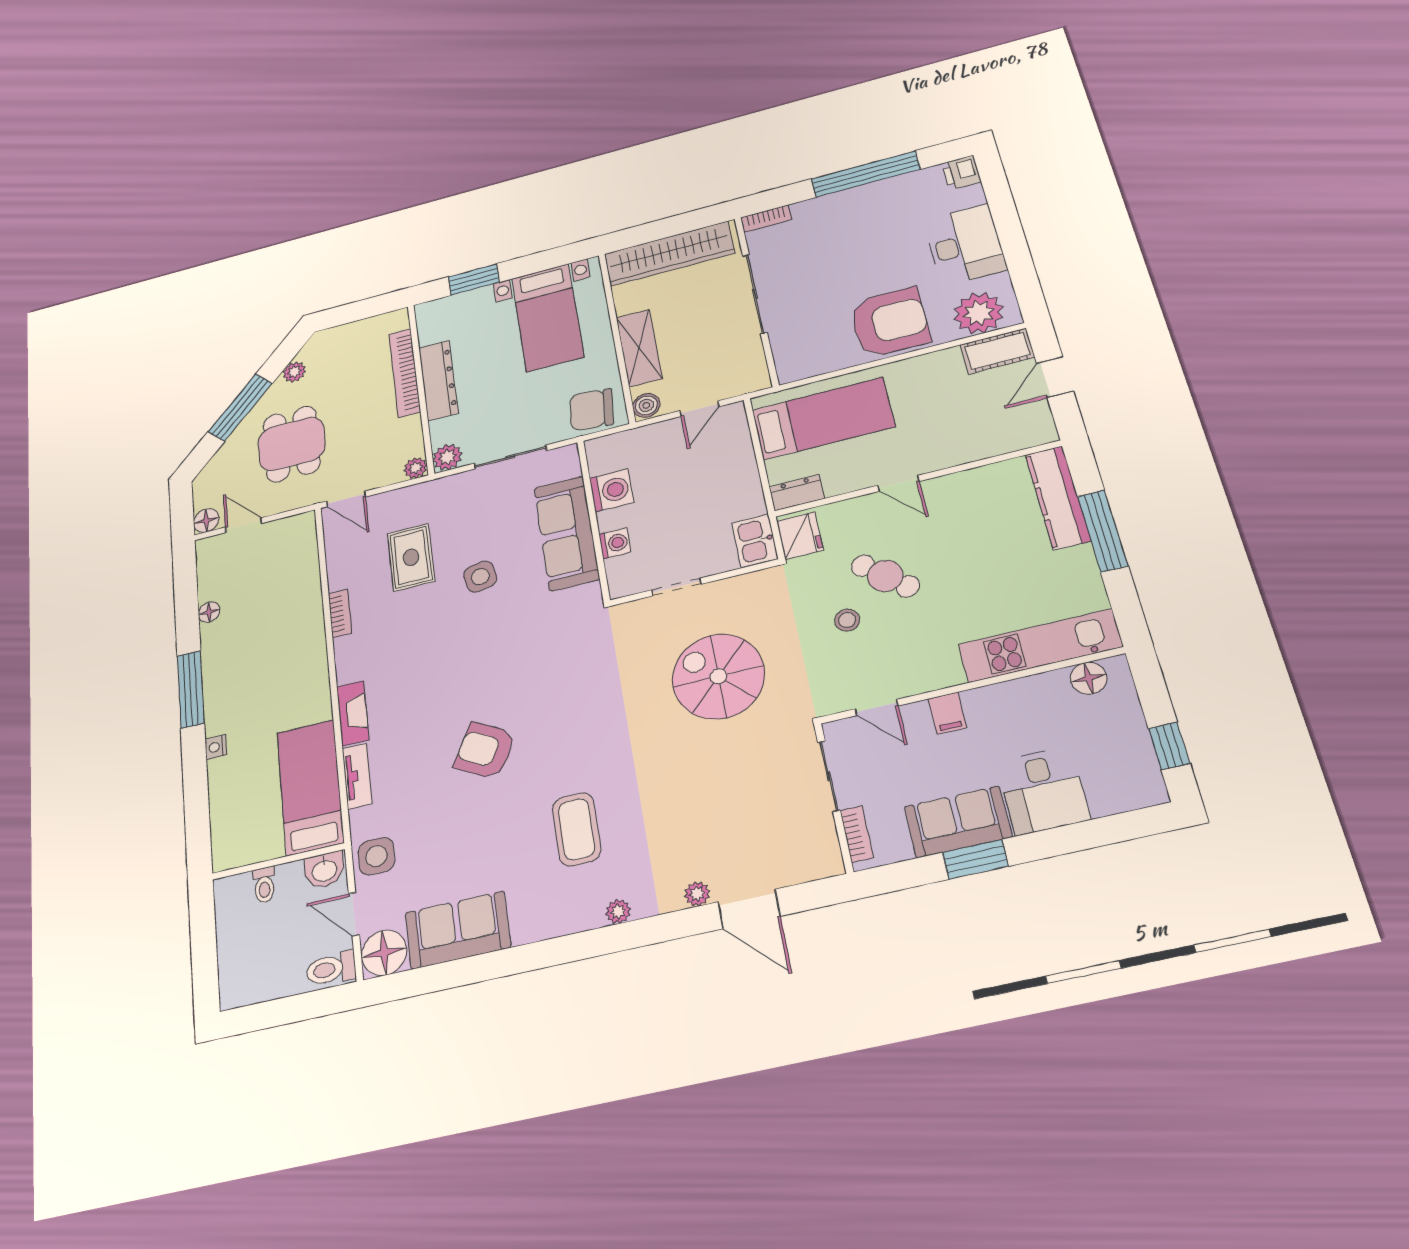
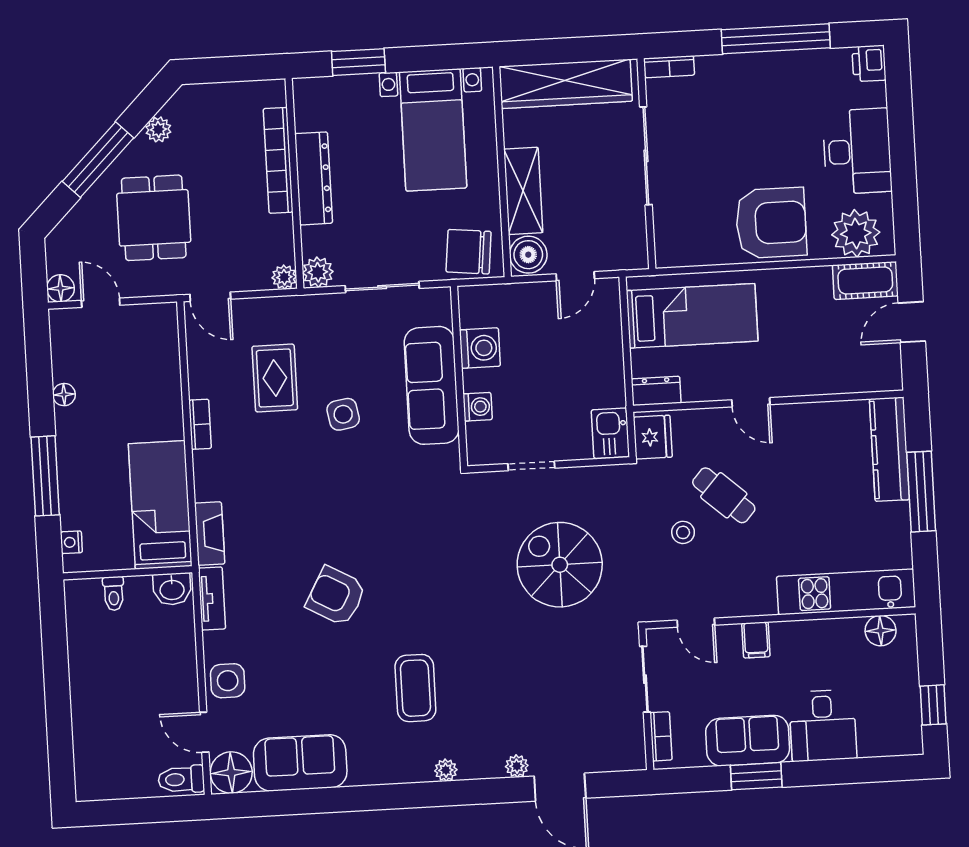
boiler: (646, 405) -> (528, 255), width x1.36, depth x1.36
bed: (310, 787) -> (160, 505), moved
wall: (278, 861) -> (128, 573), moved
washbasin: (324, 870) -> (172, 589), moved
toilet: (264, 885) -> (114, 594), moved

